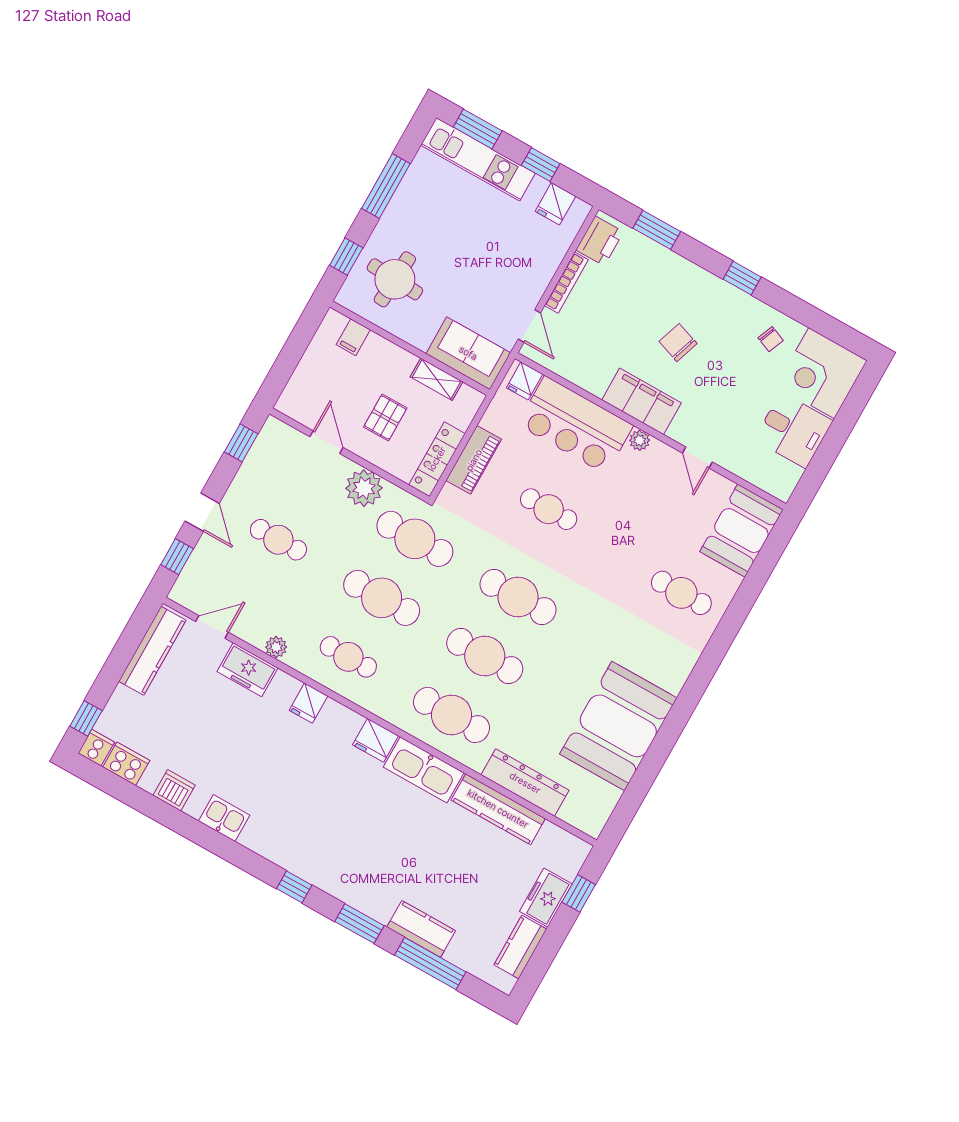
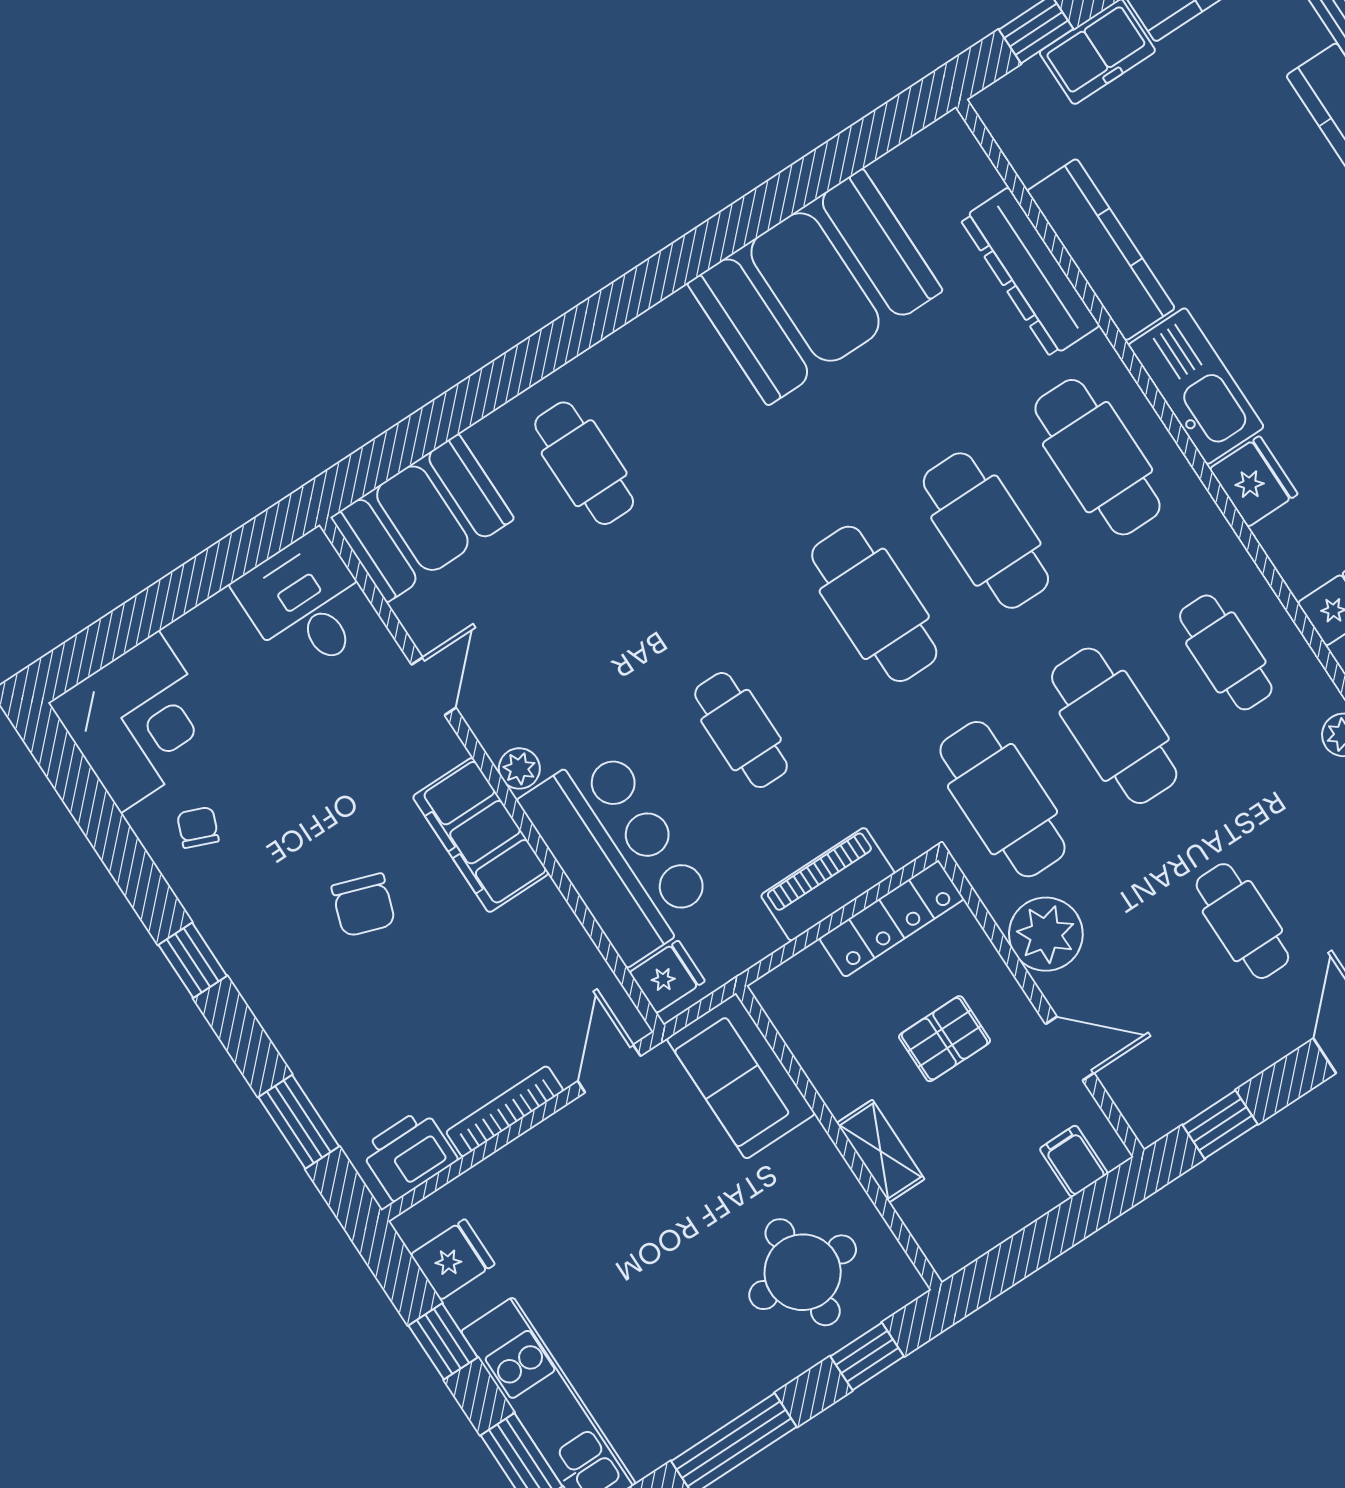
filing cabinet: (353, 337) -> (1074, 1161), moved, turned -90
shelving: (436, 379) -> (881, 1151), moved
desk: (793, 430) -> (306, 604), moved
door: (327, 442) -> (1070, 1049), swing flipped

